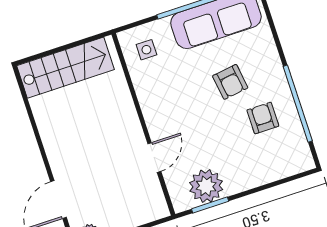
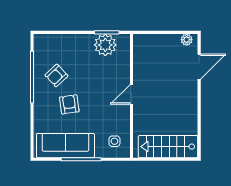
armchair: (263, 118) -> (56, 75), turned 47
door: (154, 158) -> (131, 94), moved

